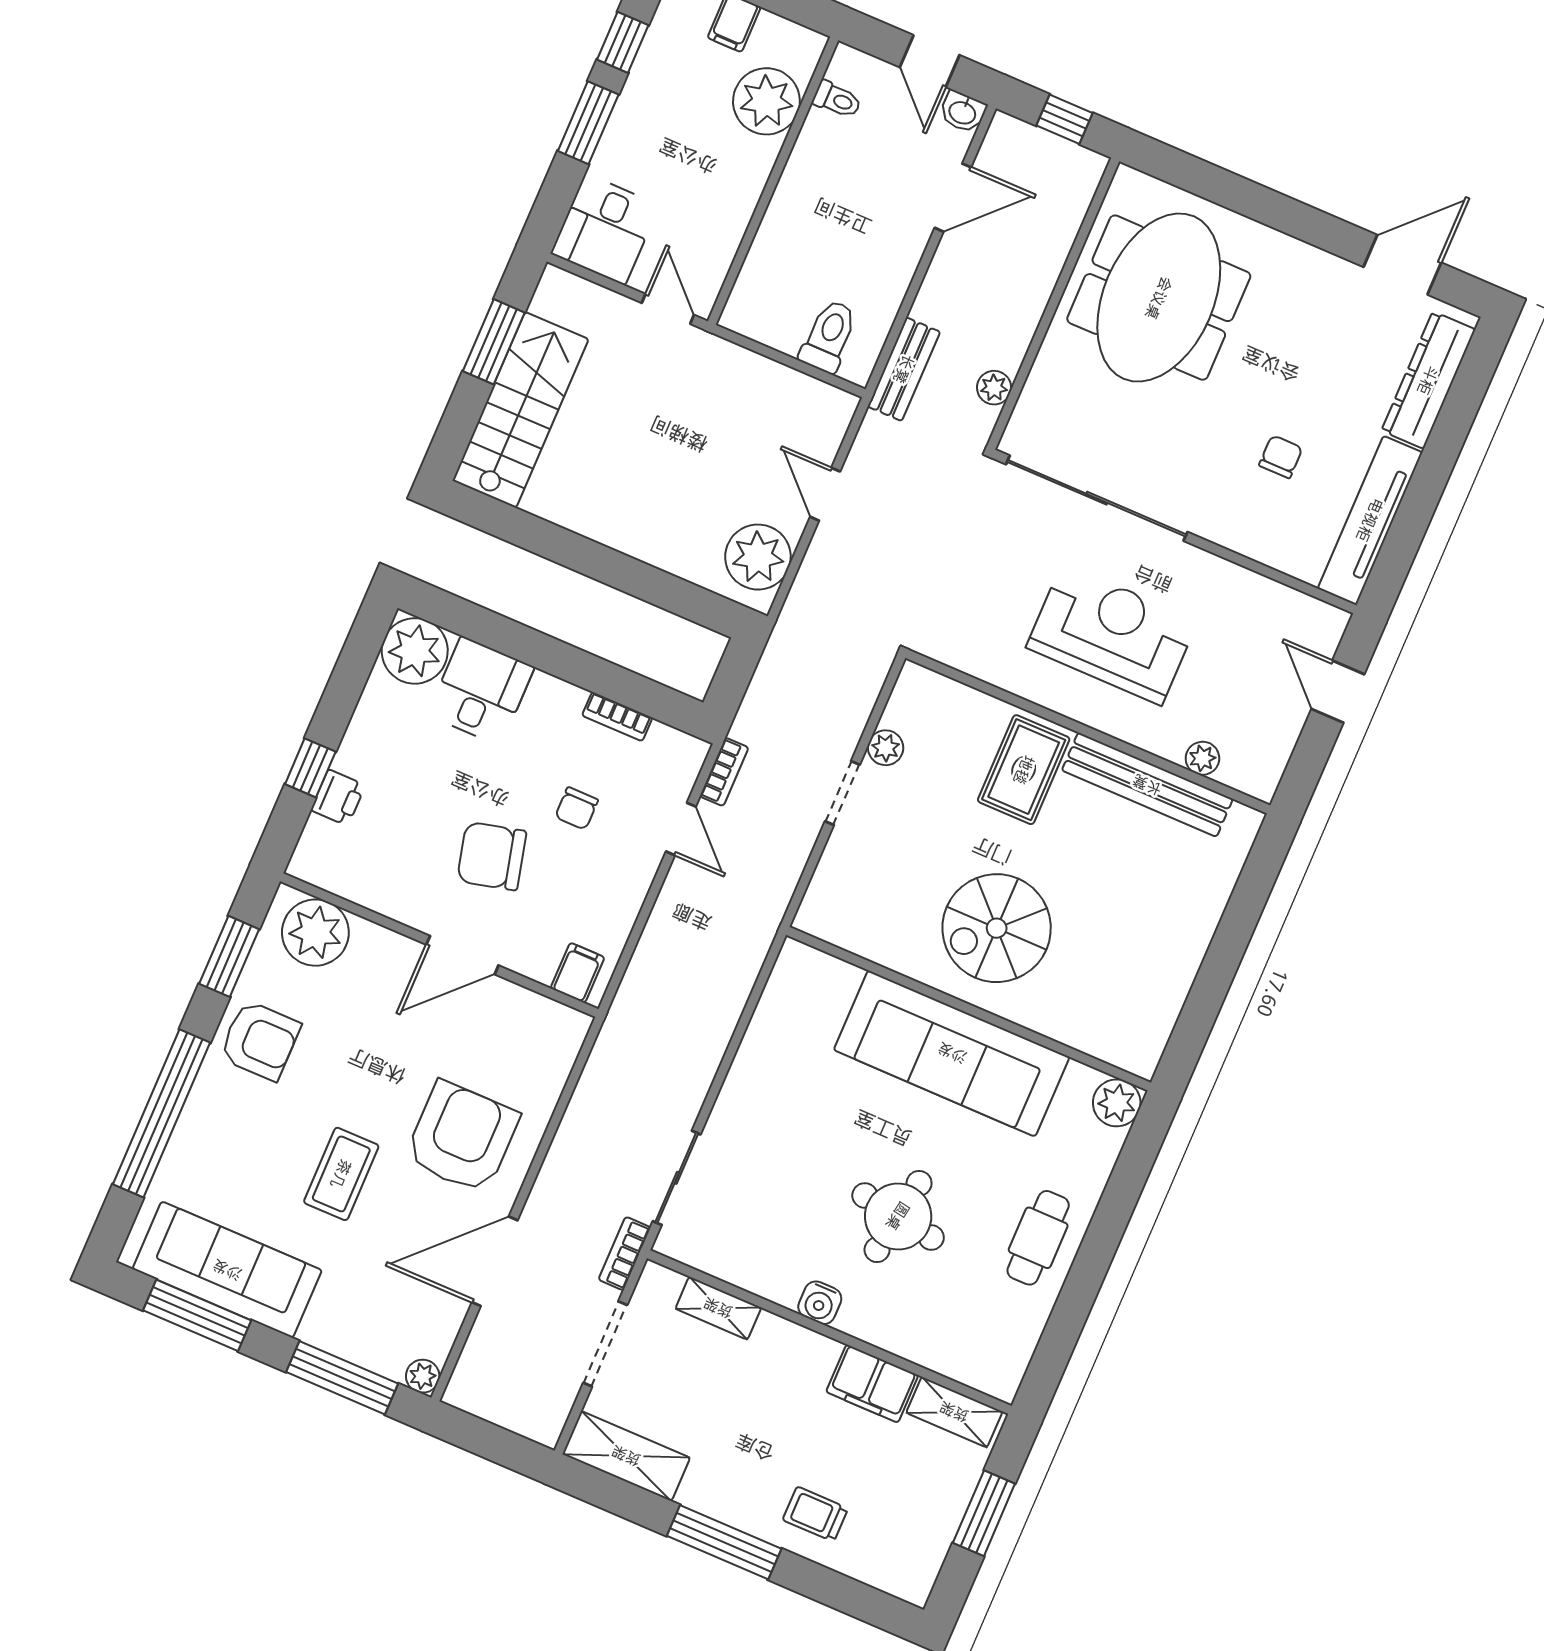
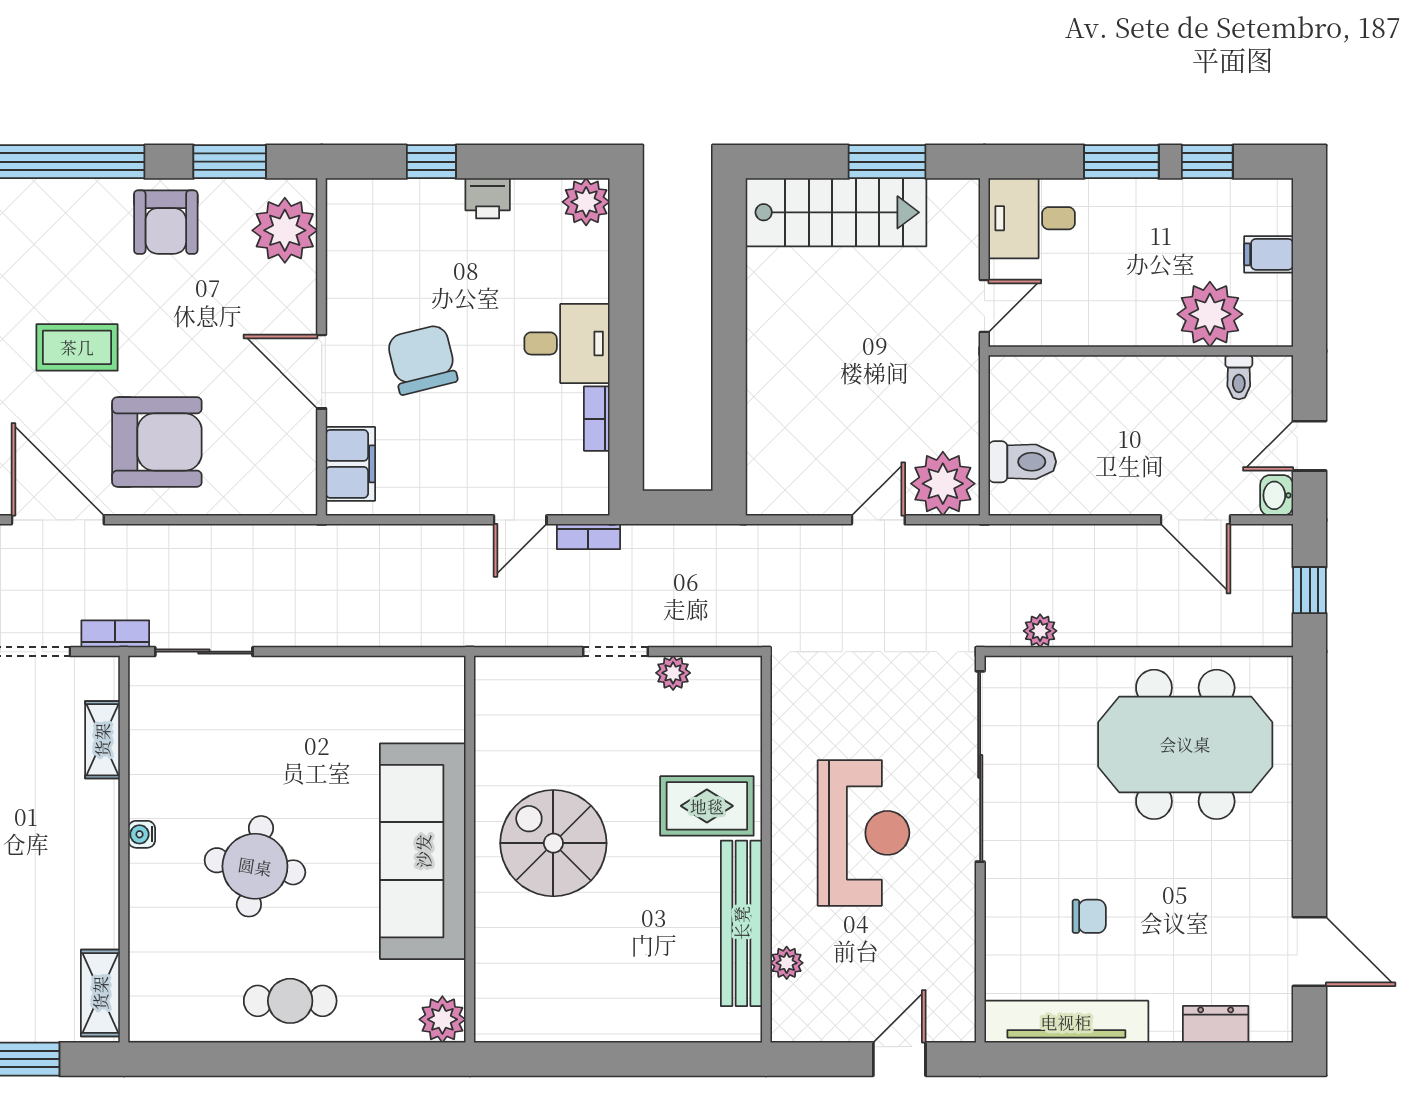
bench: (904, 369) -> (1022, 542), removed
dresser: (1428, 380) -> (1216, 1024), width x0.51, depth x0.80
plant: (758, 557) -> (943, 484), moved
plant: (415, 651) -> (586, 202), width x0.73, depth x0.73
desk: (481, 691) -> (567, 343), moved
printer: (338, 798) -> (488, 198), moved
chair: (577, 808) -> (498, 418), removed
filing cabinet: (578, 973) -> (350, 464), width x2.00
water cooler: (820, 1303) -> (142, 834), width x0.72, depth x0.72
filing cabinet: (872, 1384) -> (94, 908), removed

